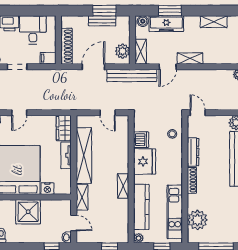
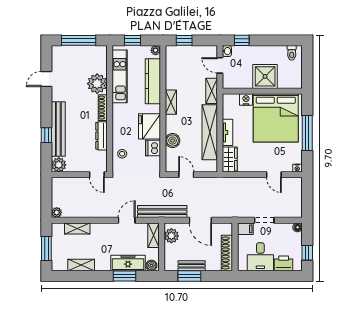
shoe rack: (67, 46) -> (227, 253), moved
shelving: (190, 59) -> (77, 228), moved
doorway: (17, 67) -> (264, 220), moved
door: (93, 67) -> (200, 220), hinge flipped
door: (19, 113) -> (274, 175), swing flipped
boiler: (121, 147) -> (173, 141), added
plant: (197, 220) -> (97, 84), moved

